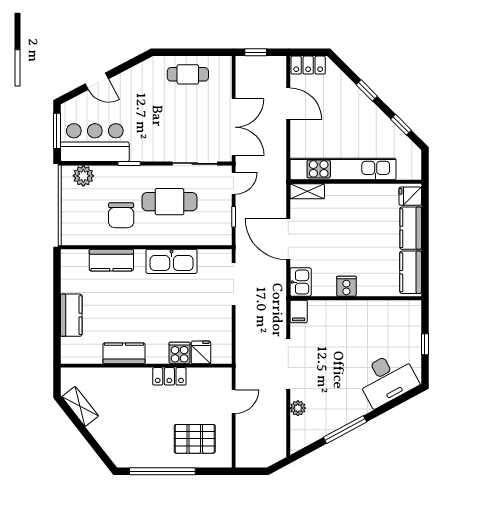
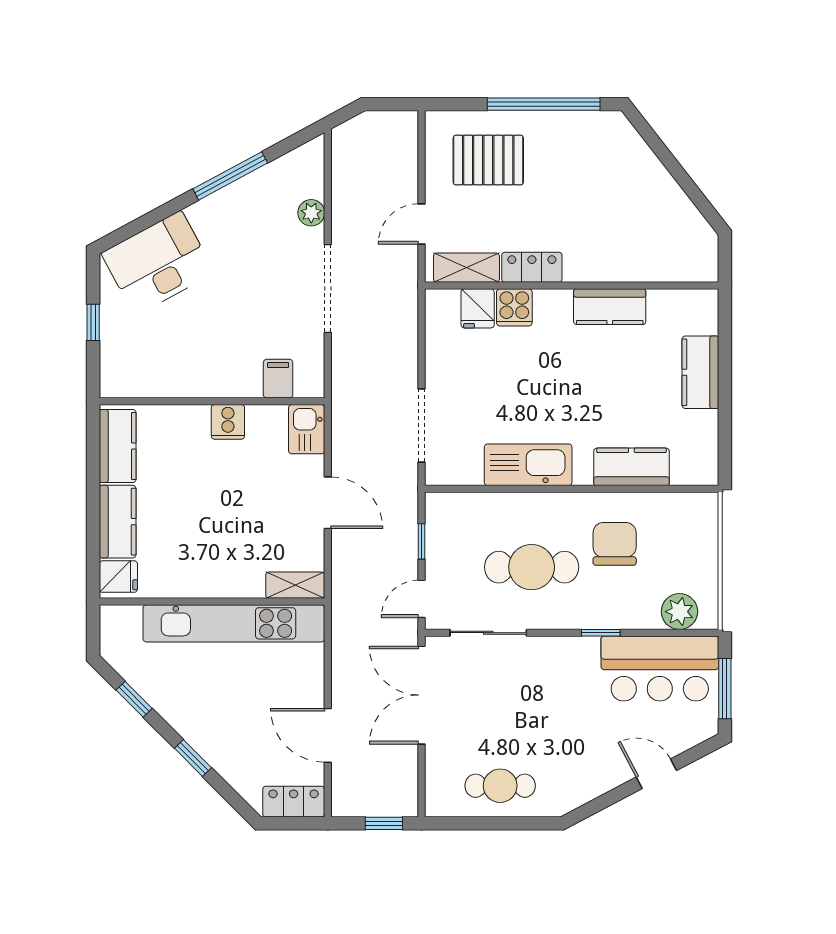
door: (288, 239) -> (328, 503), width x0.73
filing cabinet: (299, 311) -> (278, 379), moved
shelving: (80, 406) -> (466, 268), moved, turned -52

